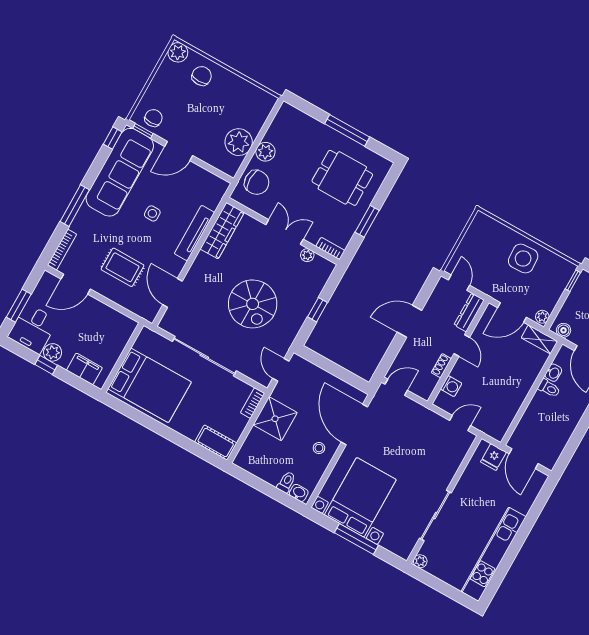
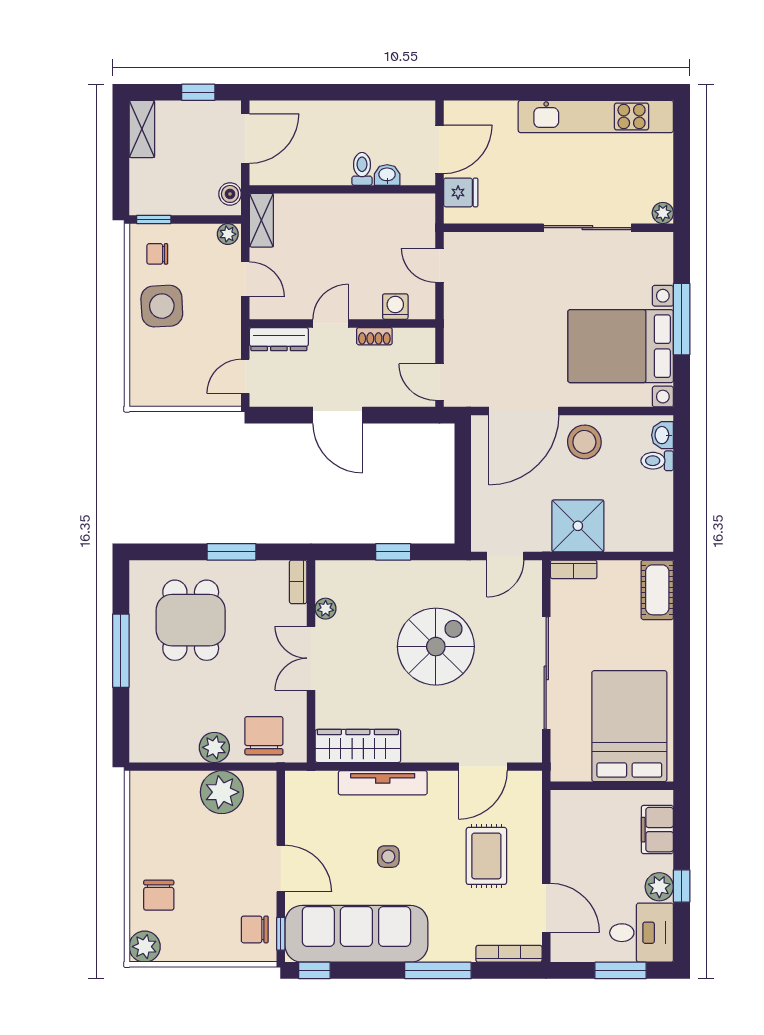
chair: (202, 76) -> (159, 895), turned -90
chair: (553, 272) -> (157, 254), added
door: (512, 312) -> (245, 279), width x0.73
washbasin: (553, 373) -> (387, 175), moved
toilet: (549, 388) -> (362, 169), moved
stool: (319, 448) -> (584, 442), width x1.89, depth x1.89

